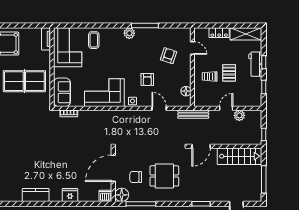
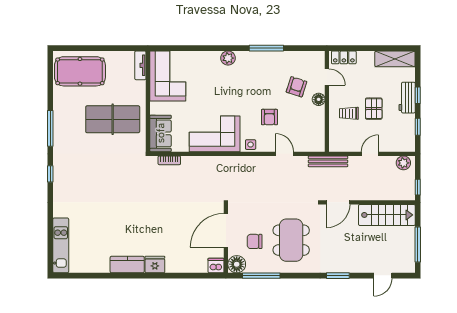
plant: (129, 33) -> (228, 58), moved
locker: (219, 33) -> (344, 57), moved
coffee table: (94, 40) -> (201, 67), removed
floor lamp: (186, 91) -> (319, 99), moved
plant: (239, 115) -> (403, 163), moved
dining table: (164, 176) -> (291, 240), width x1.38
fridge: (70, 195) -> (155, 265), moved

